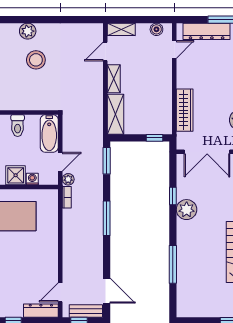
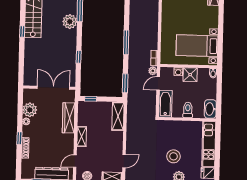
shelving: (114, 79) -> (82, 137), moved
plant: (187, 210) -> (70, 22), moved

